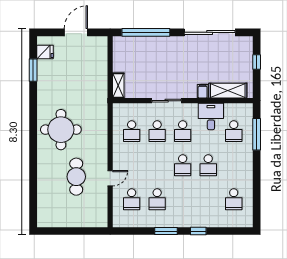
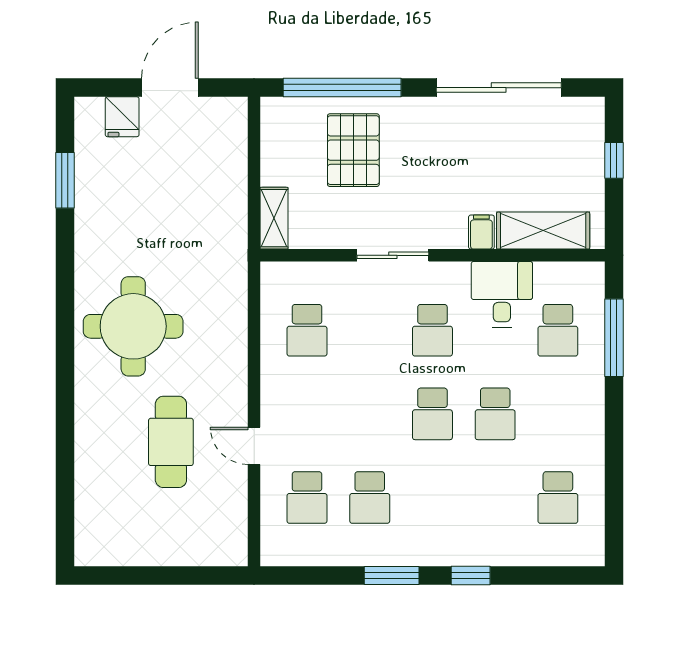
fridge: (45, 52) -> (122, 117), moved, turned 90
pallet: (150, 58) -> (353, 150), added
school desk: (157, 131) -> (370, 330), removed
door: (110, 178) -> (254, 446), swing flipped

